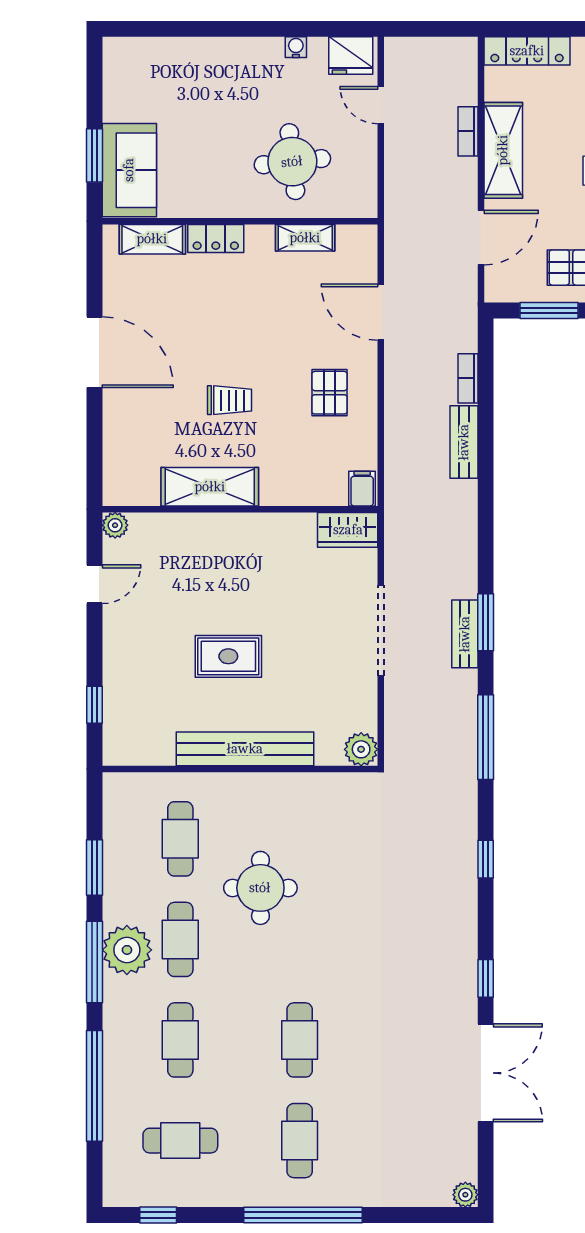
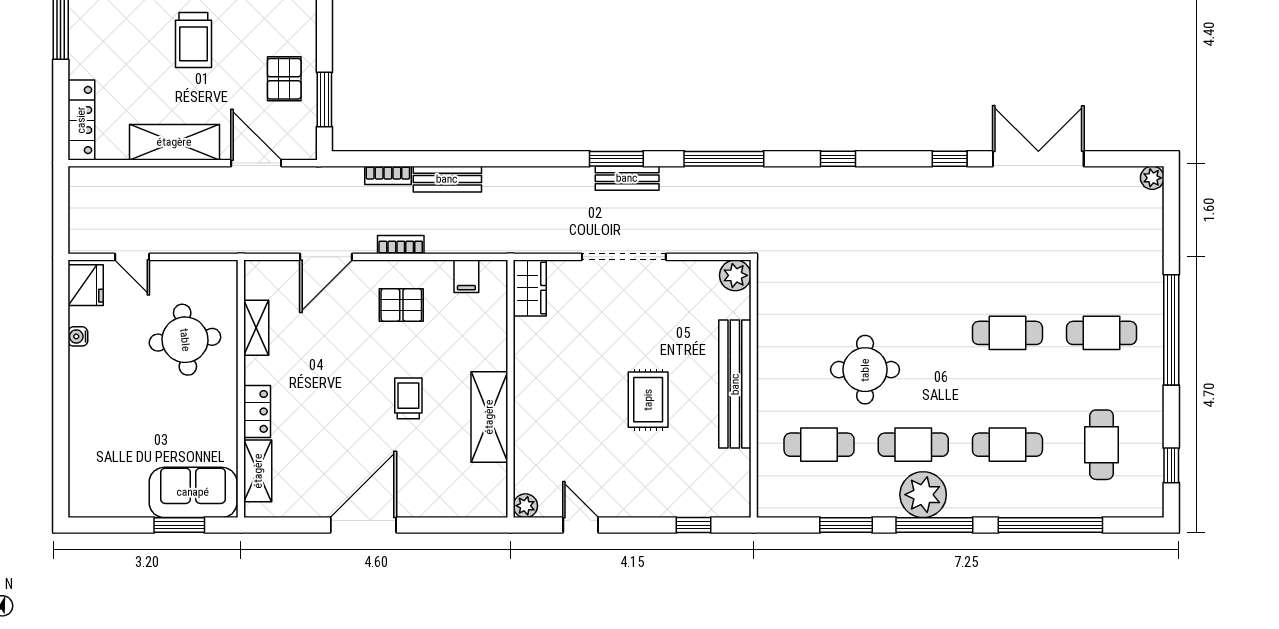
door: (381, 105) -> (132, 257), hinge flipped
bookcase: (468, 131) -> (401, 245), moved, turned 180
filing cabinet: (362, 489) -> (466, 276), moved, turned -90

